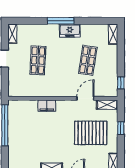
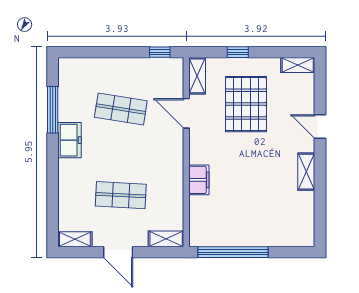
window: (61, 21) -> (53, 110), moved
shelving: (113, 34) -> (166, 239), moved

